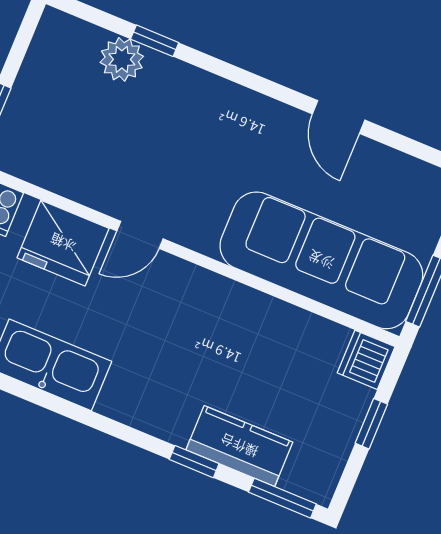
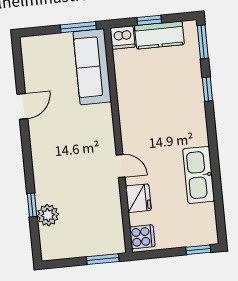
fridge: (63, 243) -> (138, 198), width x0.73, depth x0.75
sofa: (321, 260) -> (92, 67), width x0.74, depth x0.79
kitchen counter: (239, 446) -> (159, 35), moved, turned -90

